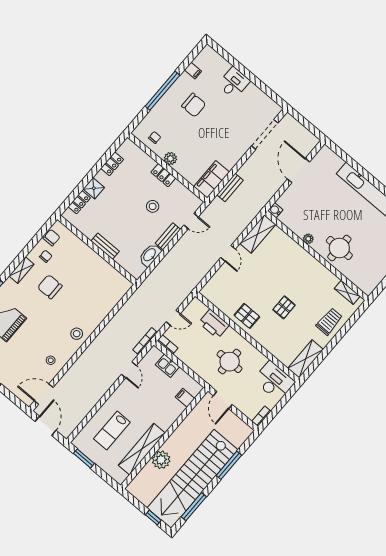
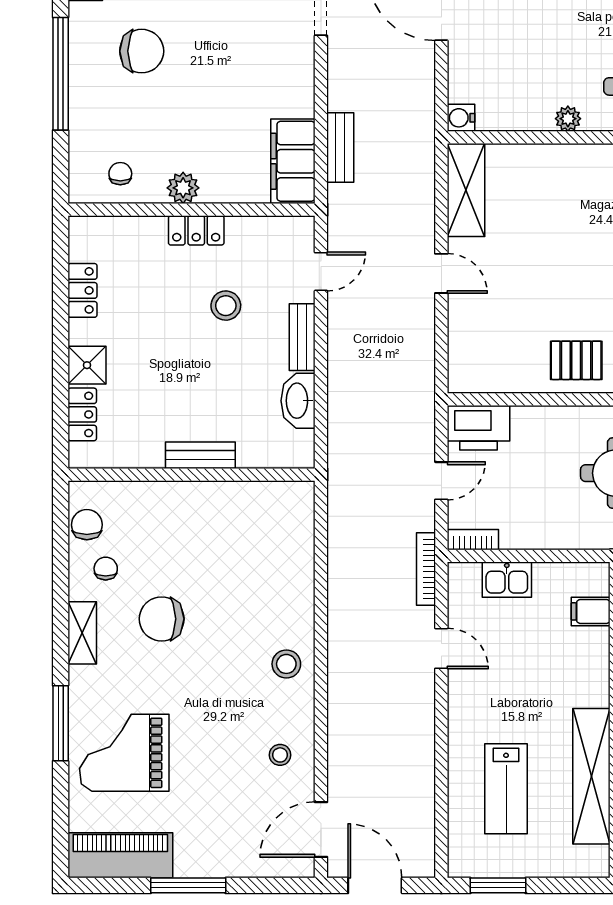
printer: (214, 324) -> (479, 428), moved

